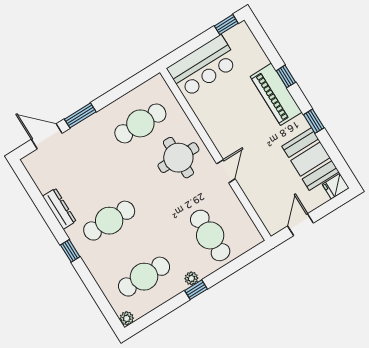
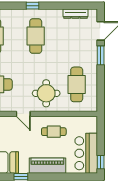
bar counter: (203, 66) -> (86, 153), moved
window: (286, 76) -> (54, 177), removed
cafe table: (224, 115) -> (54, 132), added
dresser: (59, 209) -> (75, 14), moved

